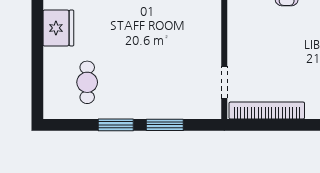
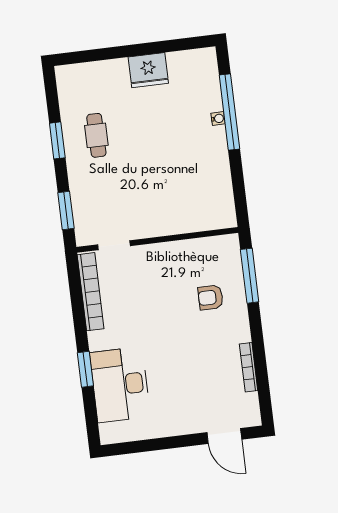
cafe table: (87, 82) -> (96, 135), moved, turned 90
window: (165, 125) -> (66, 211), moved

